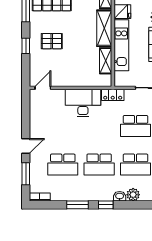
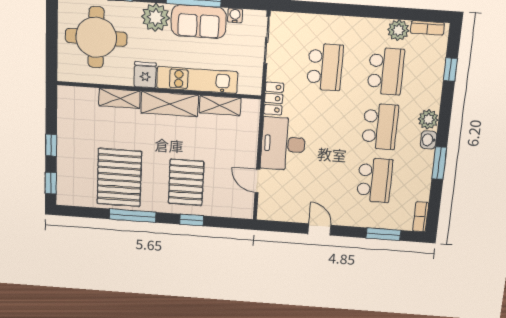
pallet: (52, 41) -> (186, 182), width x1.50, depth x1.42
door: (43, 88) -> (257, 181), moved
door: (26, 146) -> (319, 229), moved
plant: (133, 195) -> (428, 119), moved
washbasin: (120, 196) -> (429, 140), moved
window: (106, 205) -> (450, 69), moved

